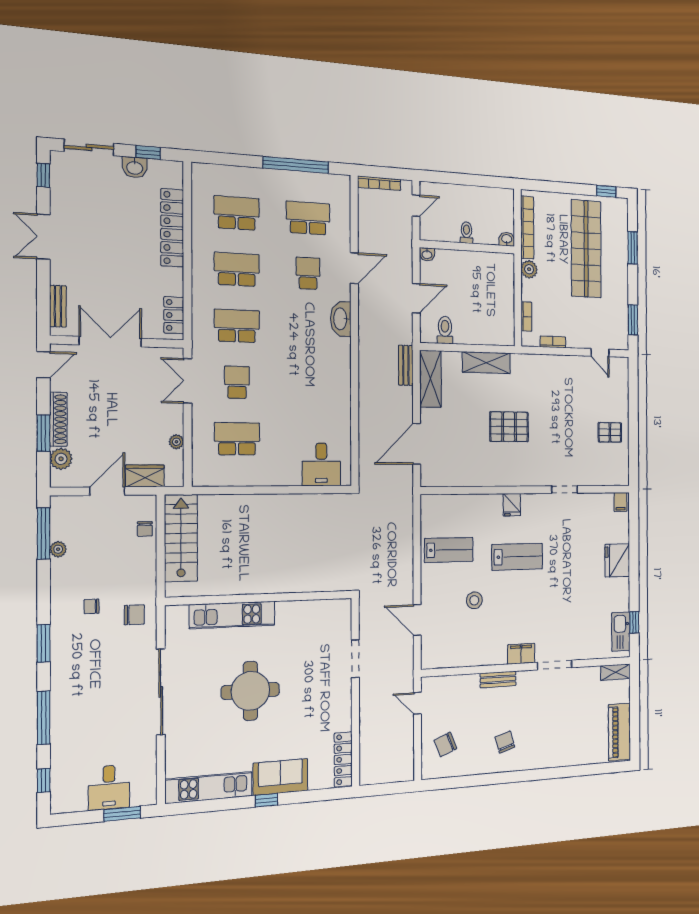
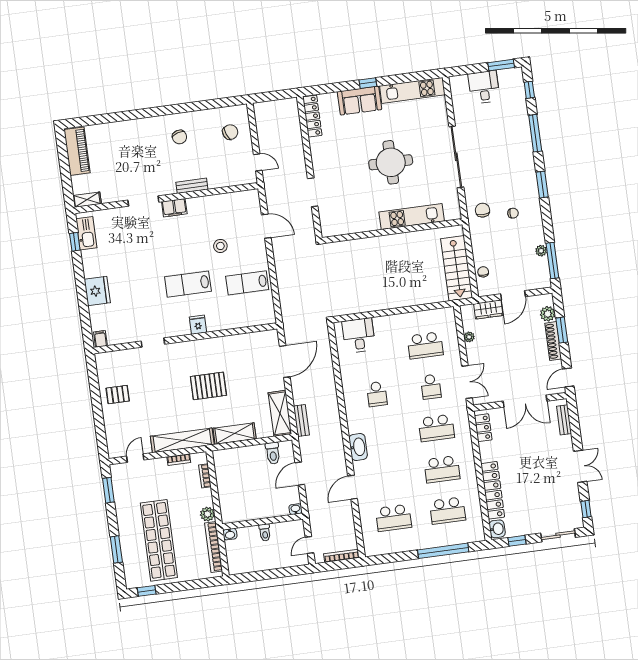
window: (296, 165) -> (443, 551), moved
washbasin: (135, 167) -> (497, 529), moved, turned 90
school desk: (308, 273) -> (377, 394), moved
door: (600, 353) -> (135, 458), hinge flipped
shelving: (546, 365) -> (182, 440), added
chair: (134, 615) -> (482, 210), turned 90
window: (122, 814) -> (501, 65), moved

